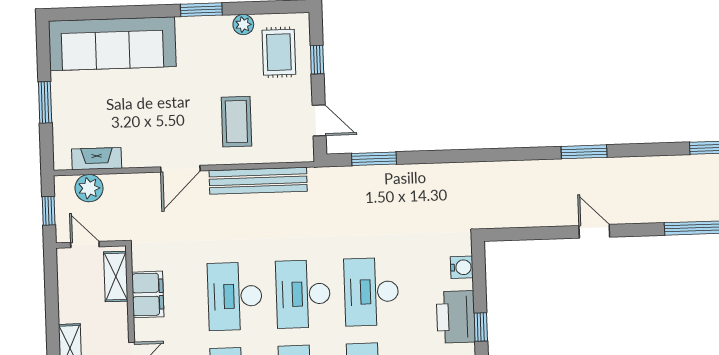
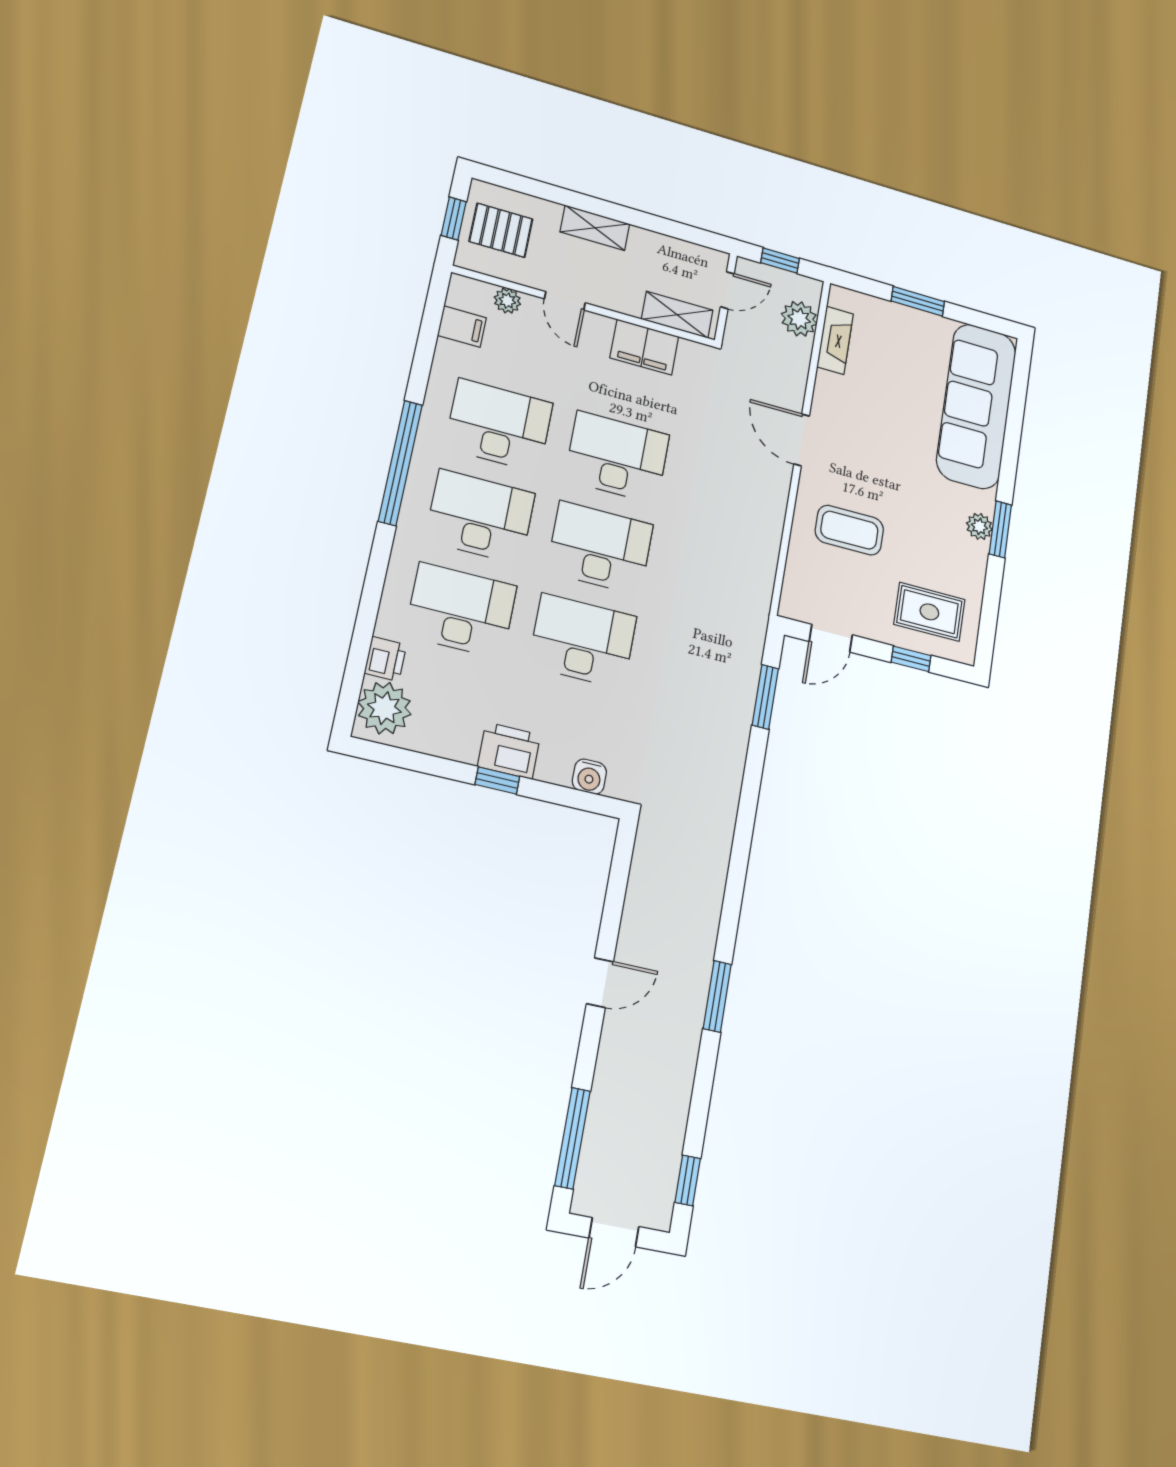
plant: (243, 25) -> (979, 526), moved
bench: (258, 181) -> (766, 535), removed
printer: (456, 317) -> (509, 751), width x0.73, depth x0.84

